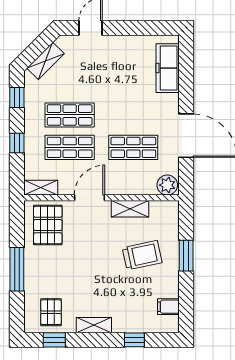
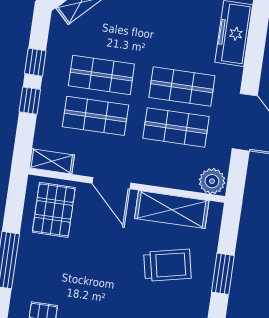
window: (17, 97) -> (35, 62), moved
shop shelf: (133, 115) -> (182, 87), added
door: (89, 198) -> (111, 183), swing flipped
shelving: (130, 209) -> (172, 210), width x1.50, depth x1.33

